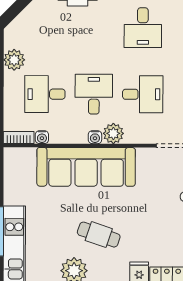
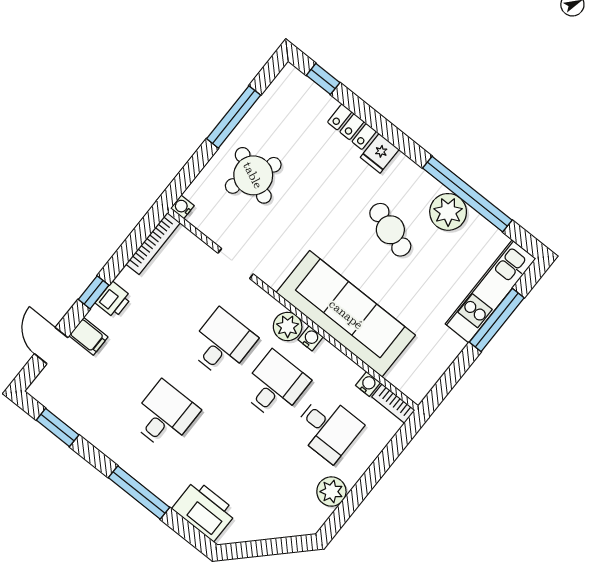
desk: (94, 94) -> (275, 386), turned 180
desk: (143, 94) -> (222, 344), turned 90

